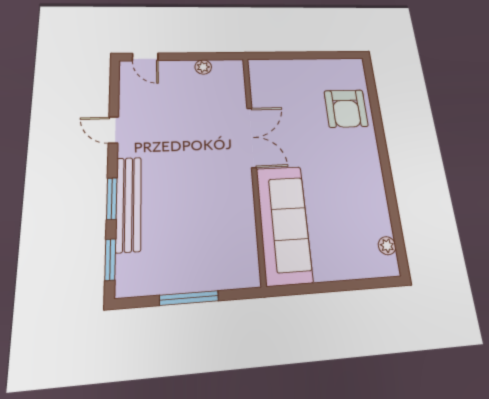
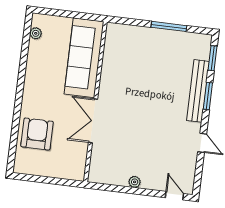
double door: (252, 137) -> (93, 121), moved
wall: (254, 164) -> (95, 102), moved
sofa: (284, 224) -> (84, 58), moved

